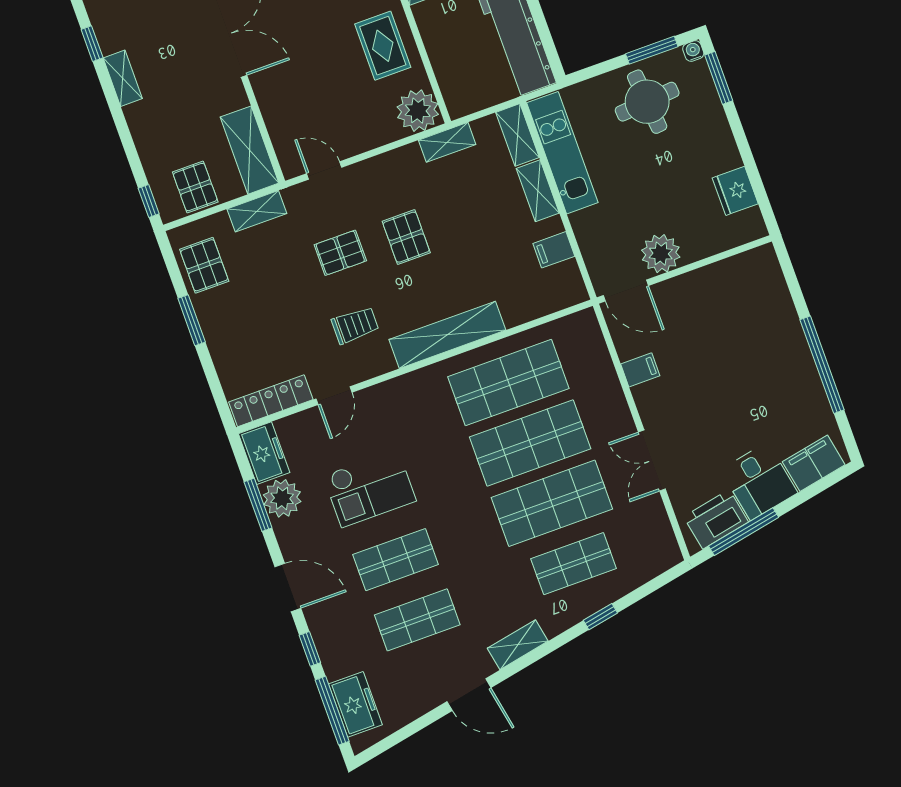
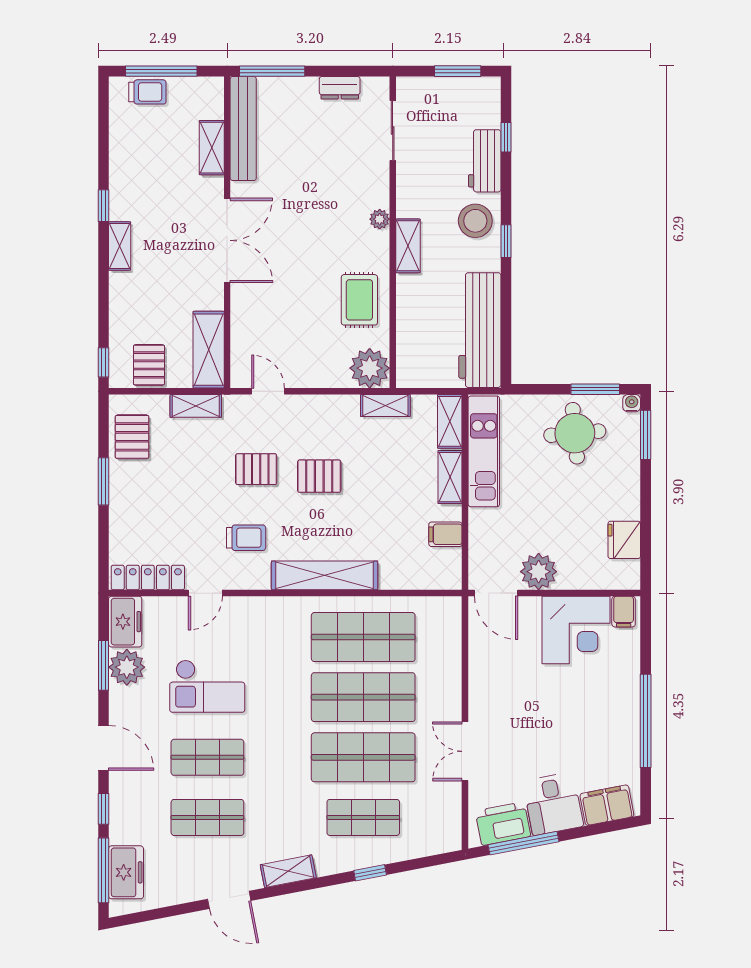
pallet: (406, 237) -> (319, 476), turned 90
corner desk: (719, 299) -> (576, 630), added
filing cabinet: (640, 370) -> (624, 612), moved, turned 90

